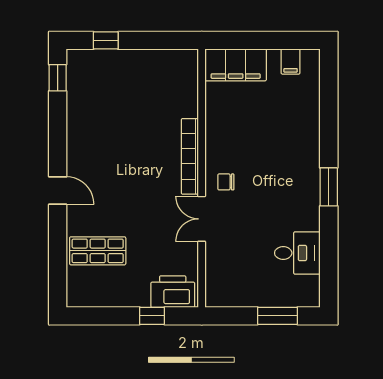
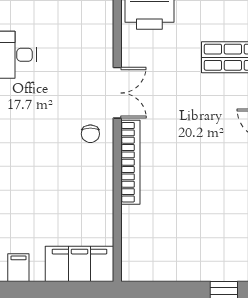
chair: (226, 182) -> (90, 134), turned 90

